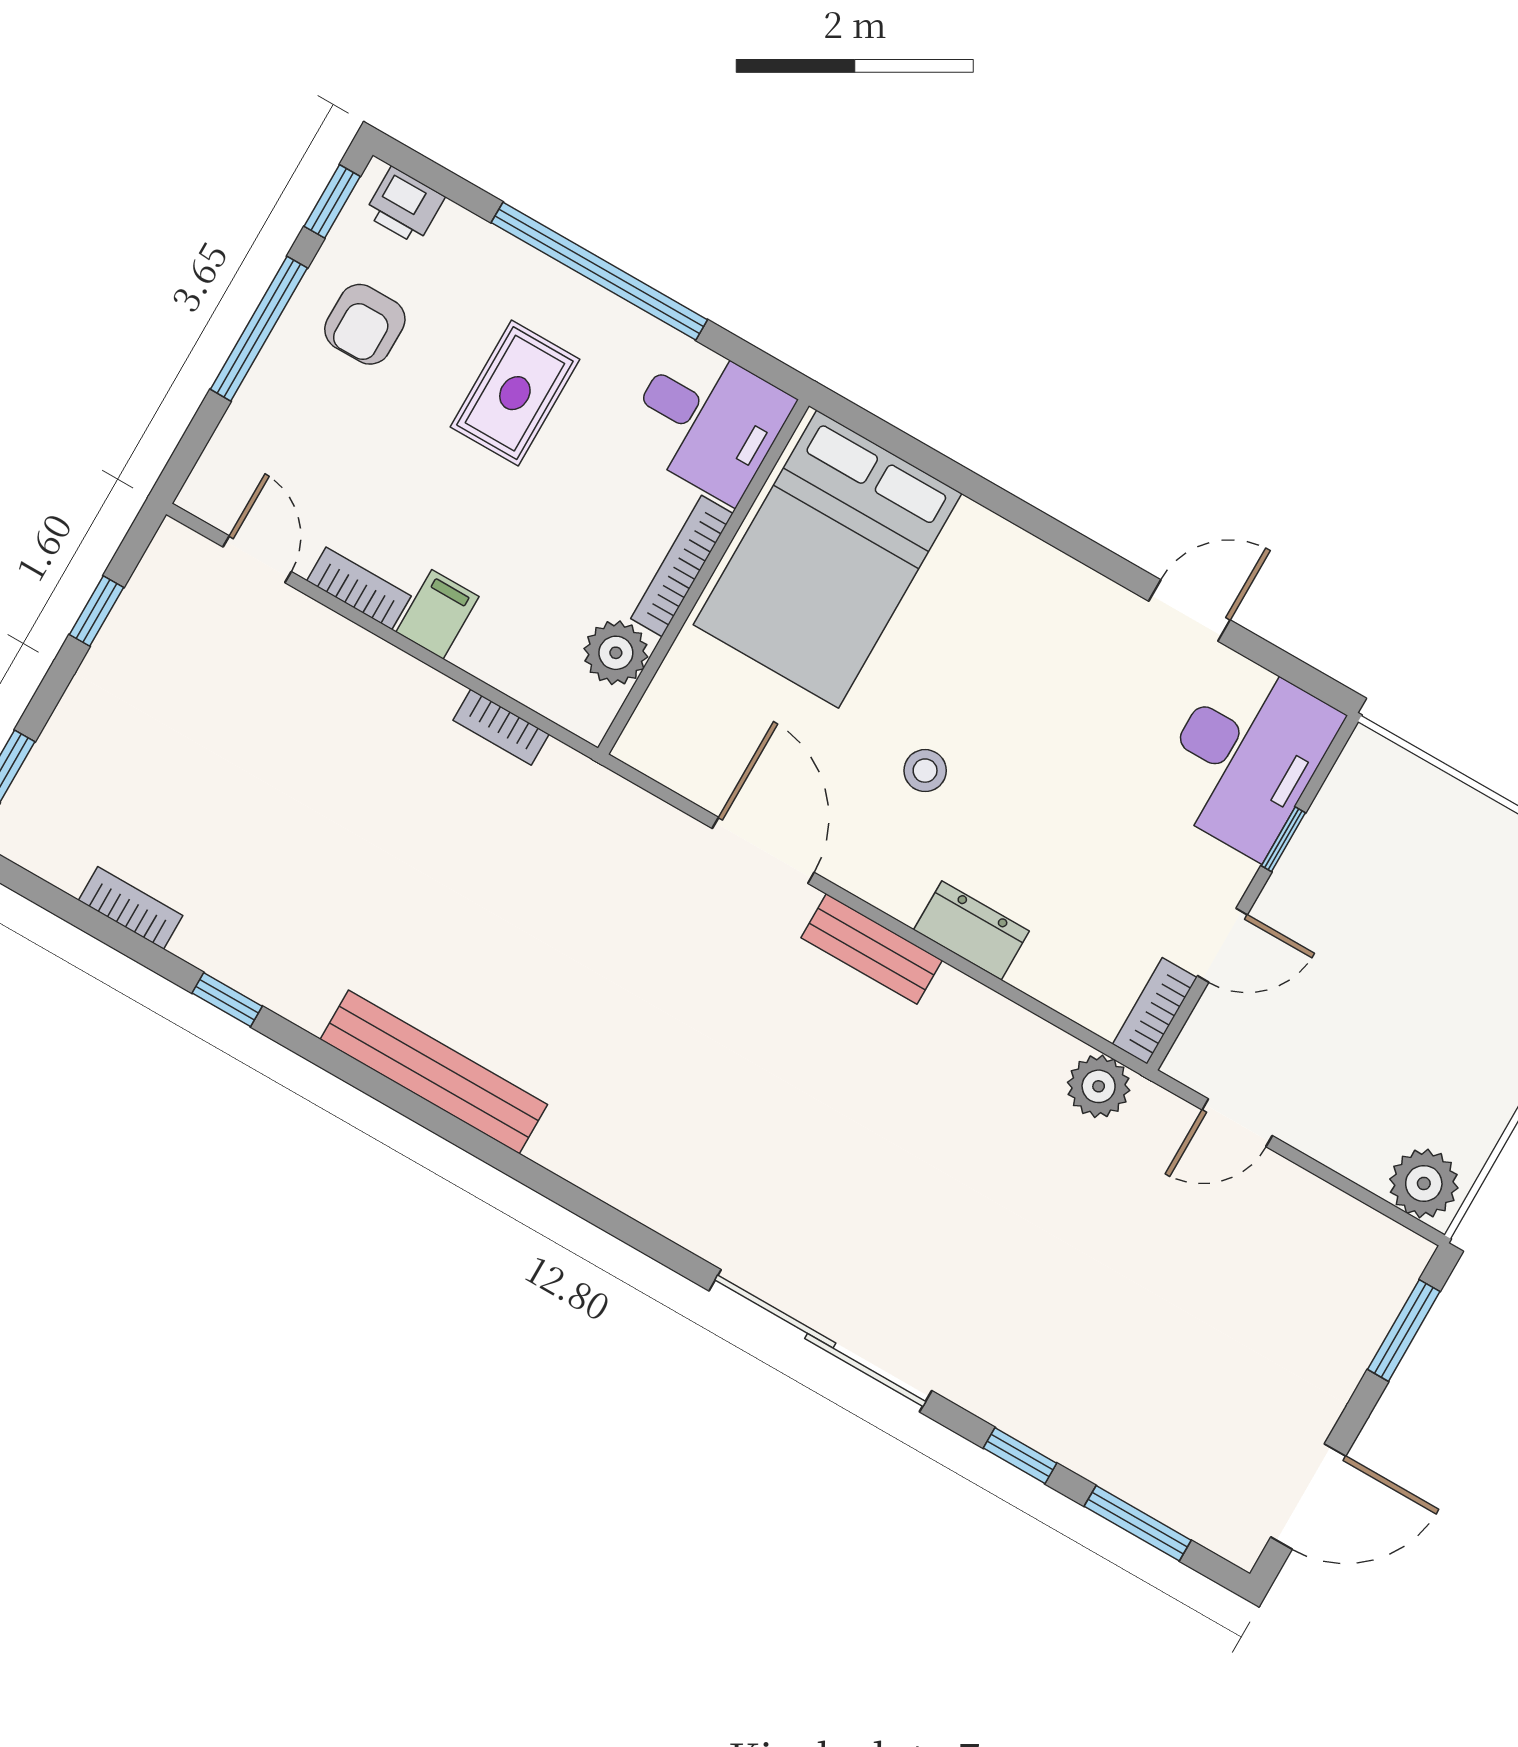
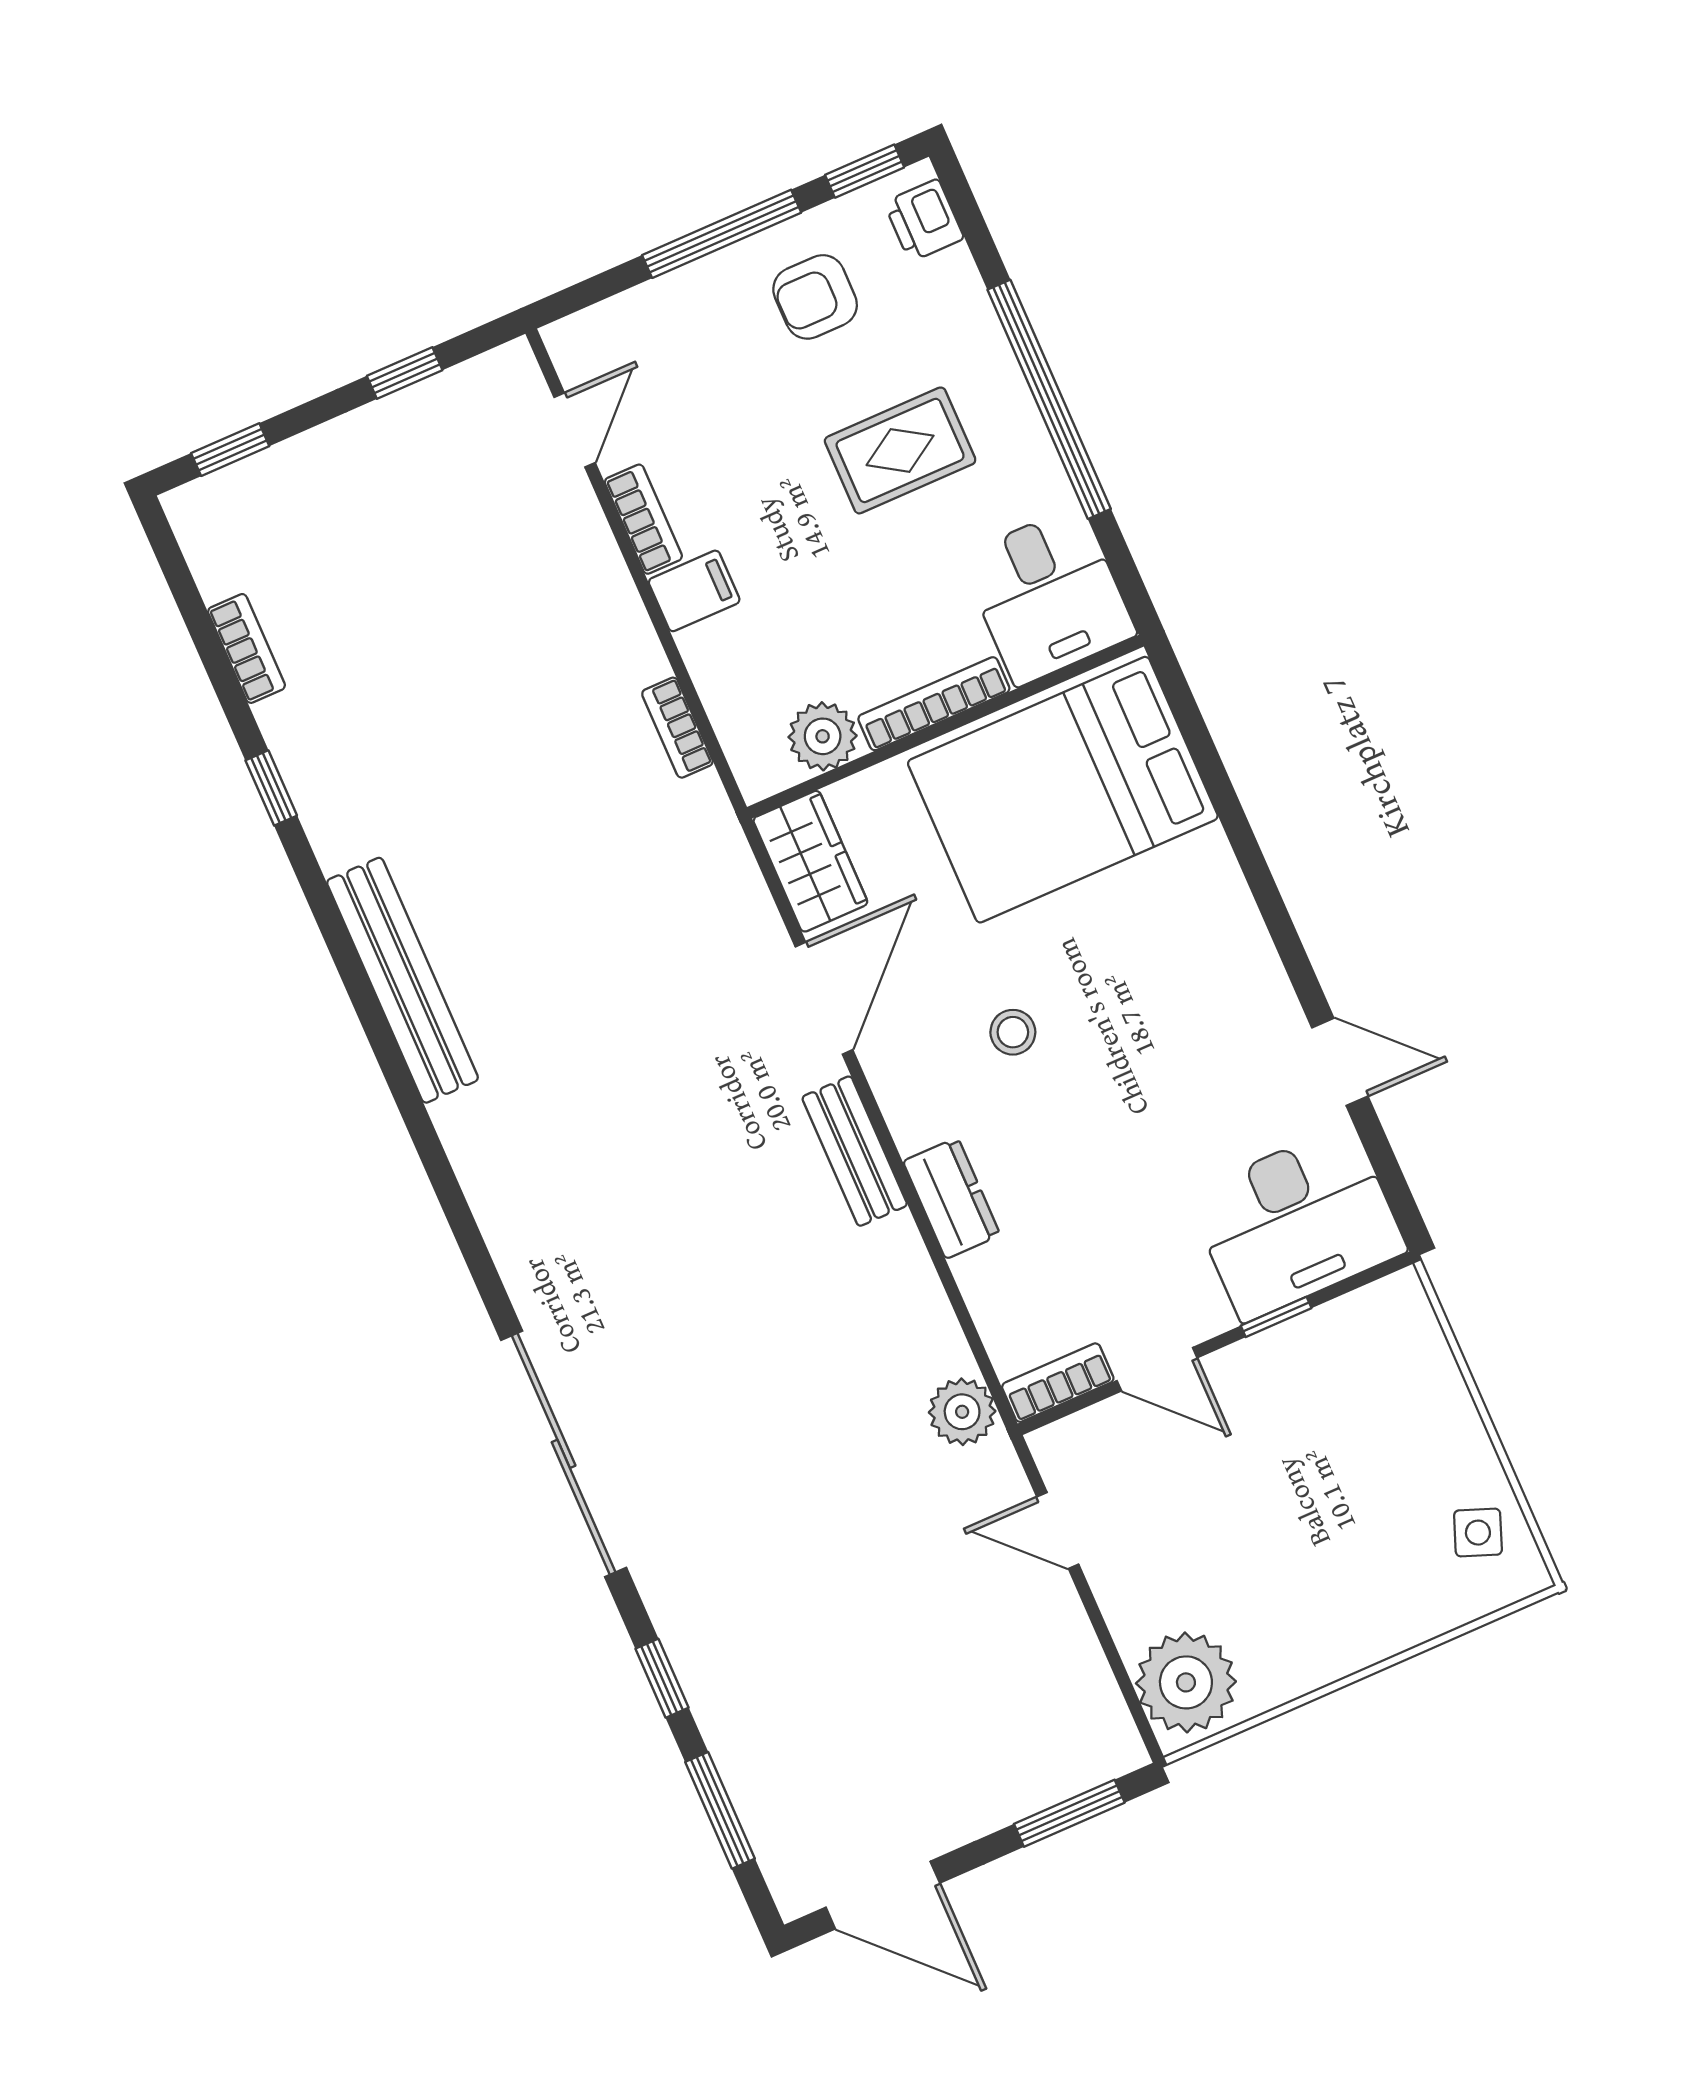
wardrobe: (676, 754) -> (810, 861), added
plant: (1424, 1183) -> (1186, 1682), width x1.36, depth x1.36

